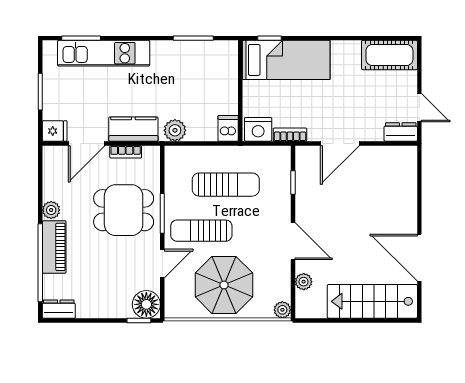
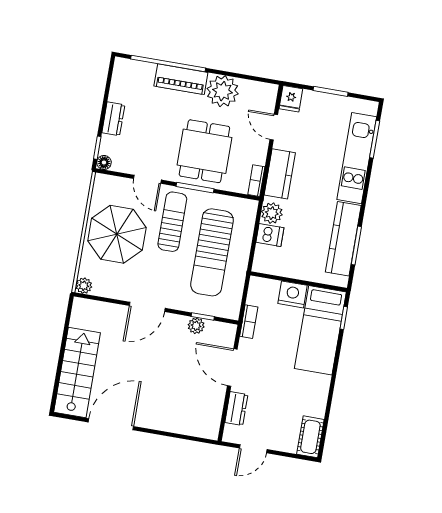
kitchen counter: (189, 53) -> (343, 239), added
cot: (389, 55) -> (310, 437), width x0.73, depth x0.75
dishwasher: (228, 128) -> (270, 235), moved
nightstand: (258, 129) -> (293, 294), moved, turned 90
dresser: (401, 132) -> (236, 409), moved
door: (87, 143) -> (274, 127), width x0.73
bookcase: (126, 152) -> (256, 181), moved
sun lounger: (226, 185) -> (212, 252), width x1.36, depth x1.34
plant: (51, 210) -> (223, 91), width x1.88, depth x1.88
plant: (304, 282) -> (196, 326), moved
floor lamp: (146, 304) -> (104, 163), width x0.53, depth x0.53
dresser: (59, 309) -> (113, 119), moved

